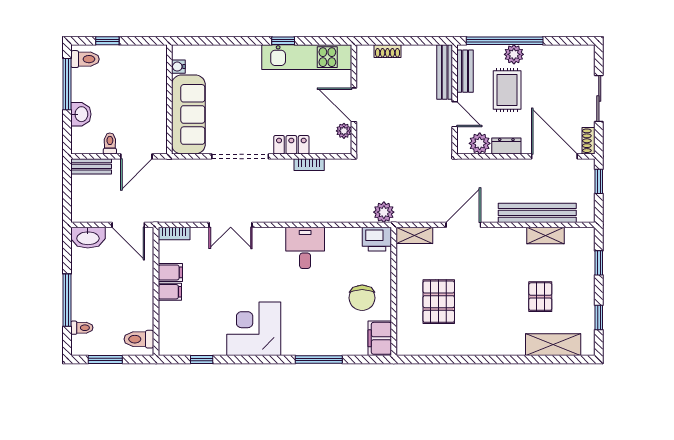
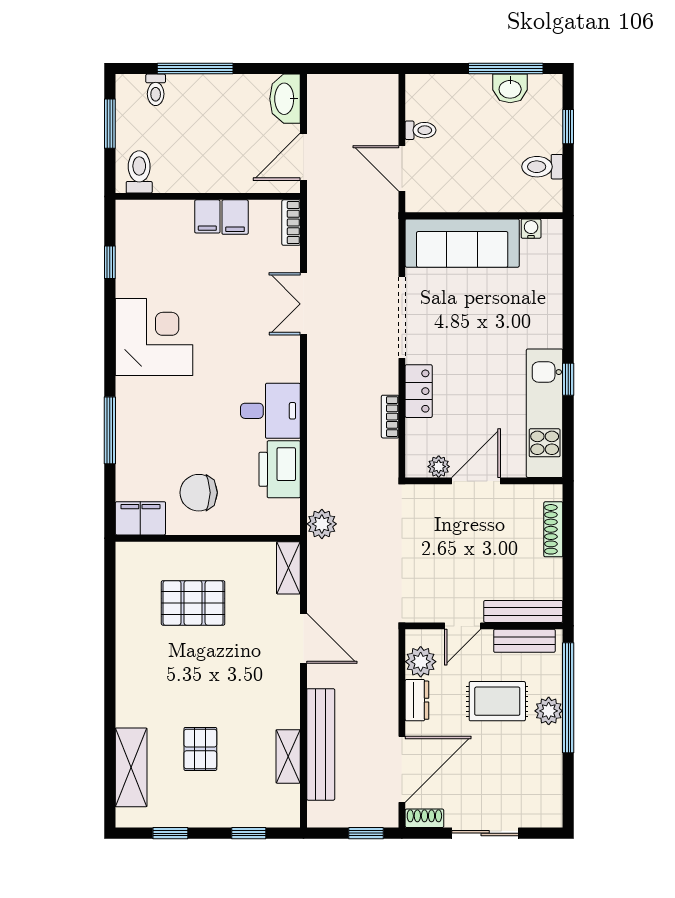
shoe rack: (387, 51) -> (553, 529), width x1.43
toilet: (85, 59) -> (542, 167), moved, turned 90
washbasin: (81, 114) -> (510, 88), moved
bench: (91, 166) -> (388, 103), removed
printer: (377, 239) -> (280, 469), moved, width x1.37, depth x1.19
pallet: (540, 297) -> (200, 749), turned 90

